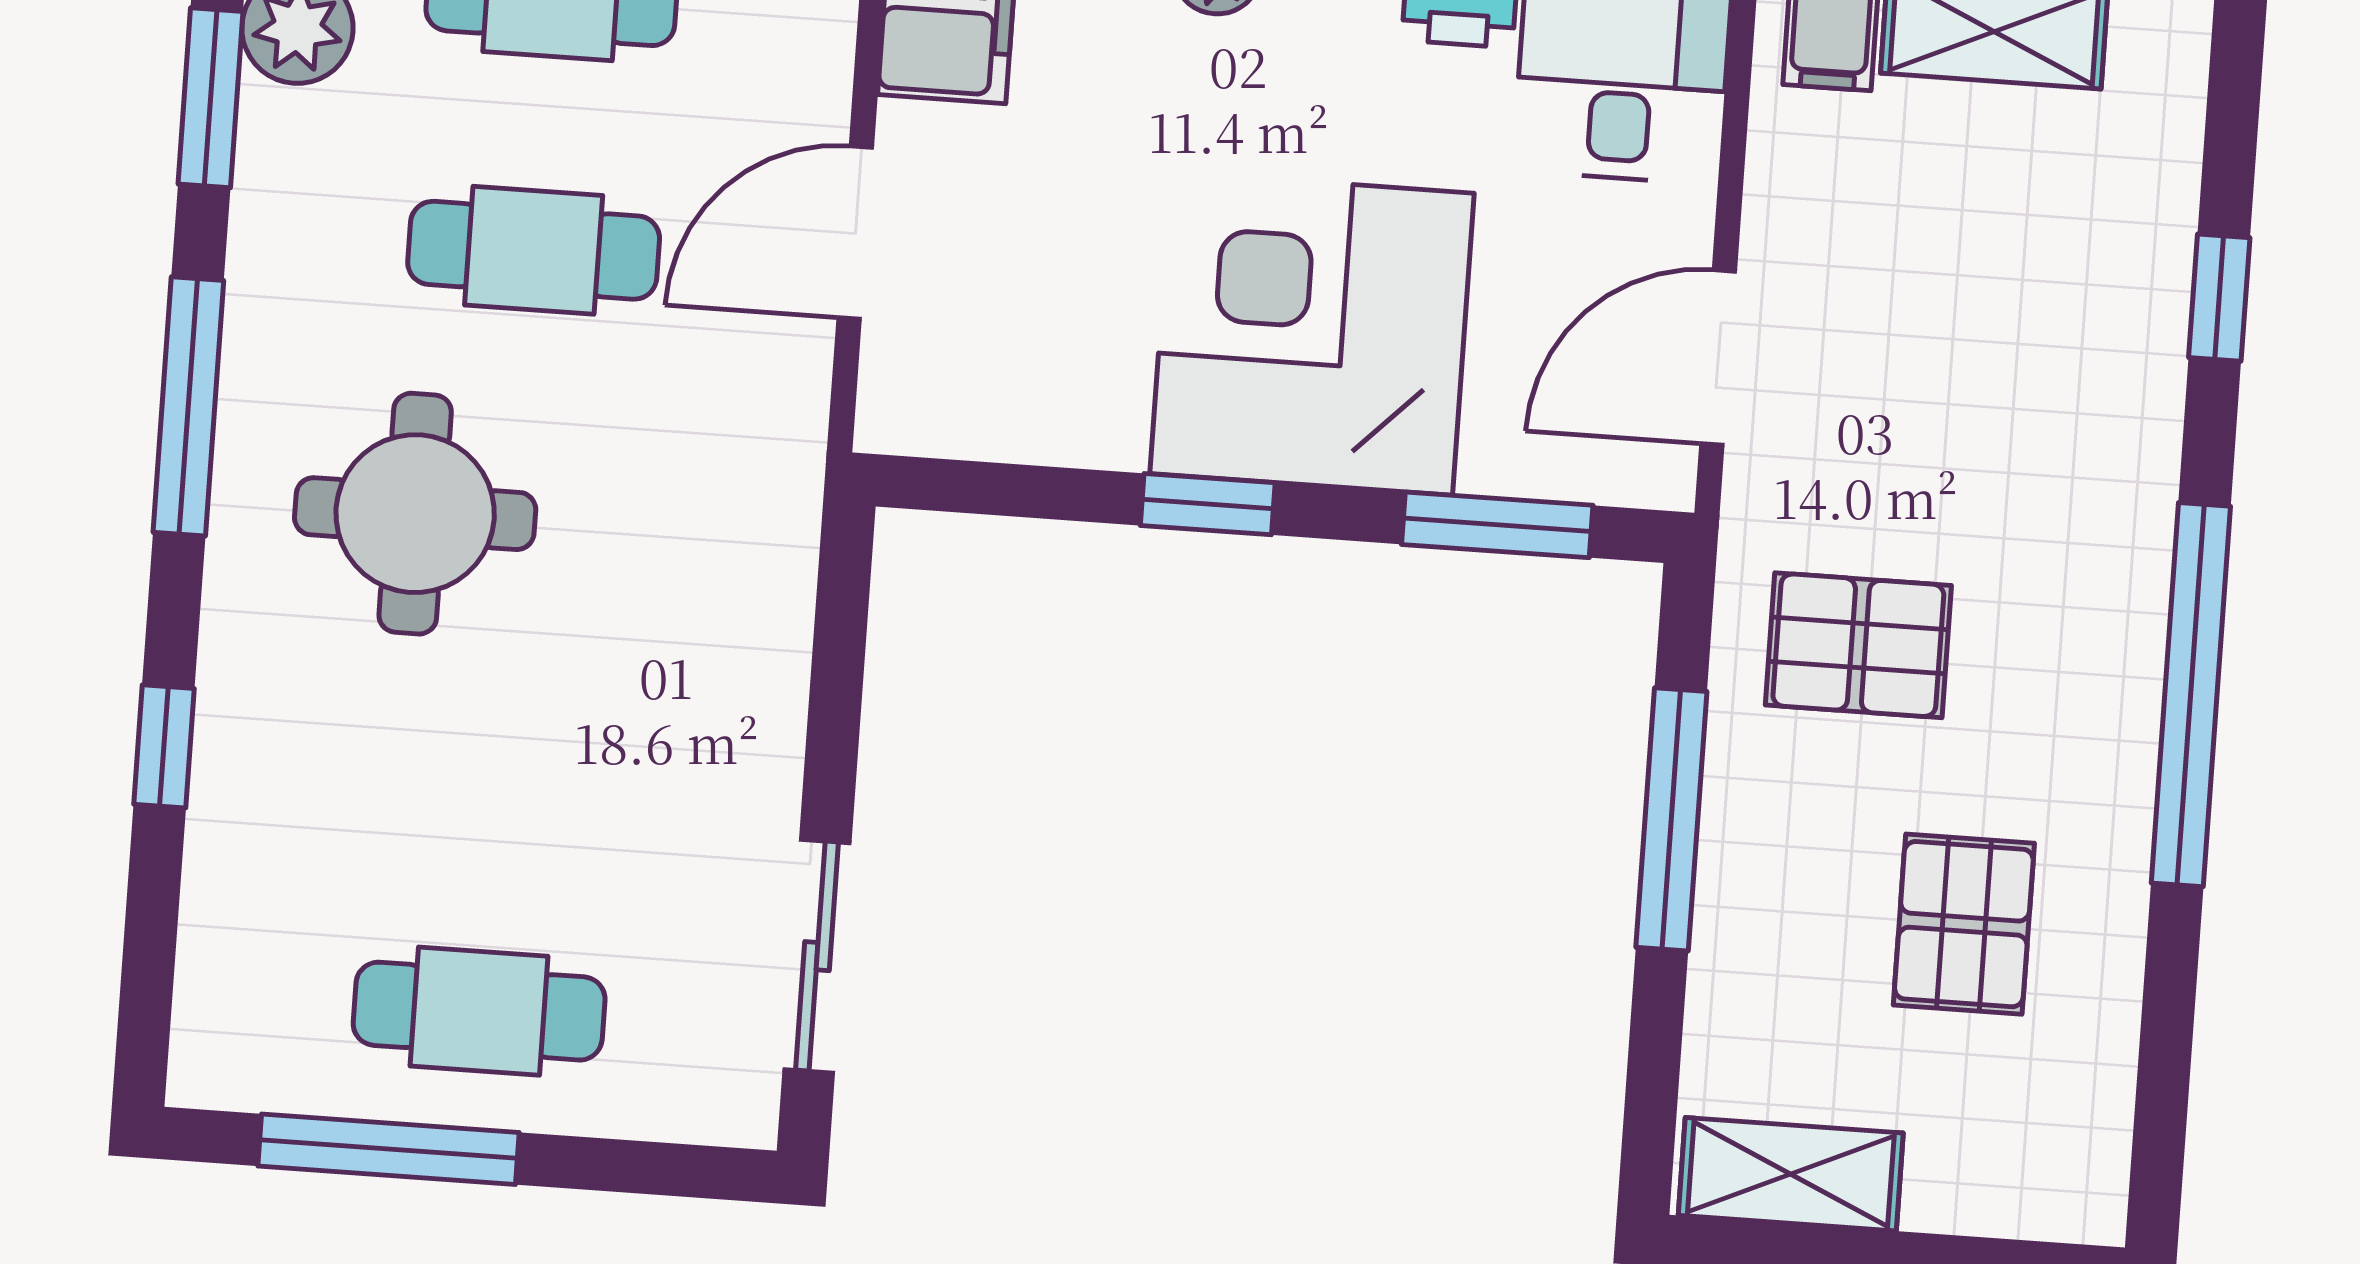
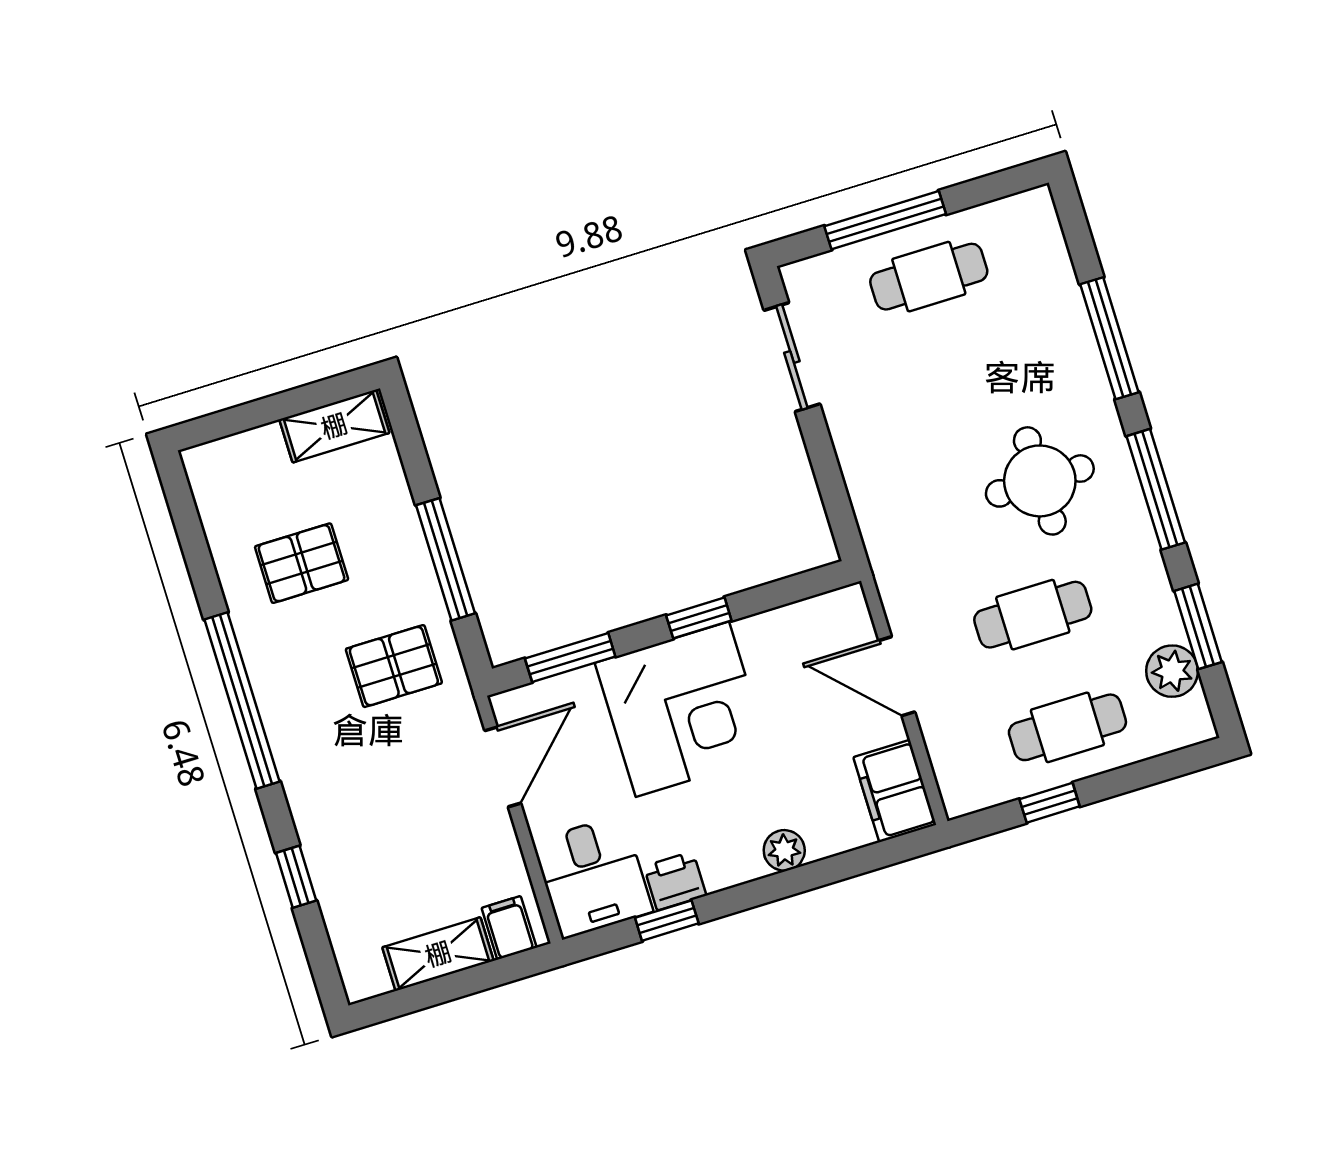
door: (855, 233) -> (897, 676), swing flipped
window: (164, 746) -> (1109, 338), width x2.17
pallet: (1964, 924) -> (302, 563), turned 90
window: (388, 1149) -> (885, 220), moved

